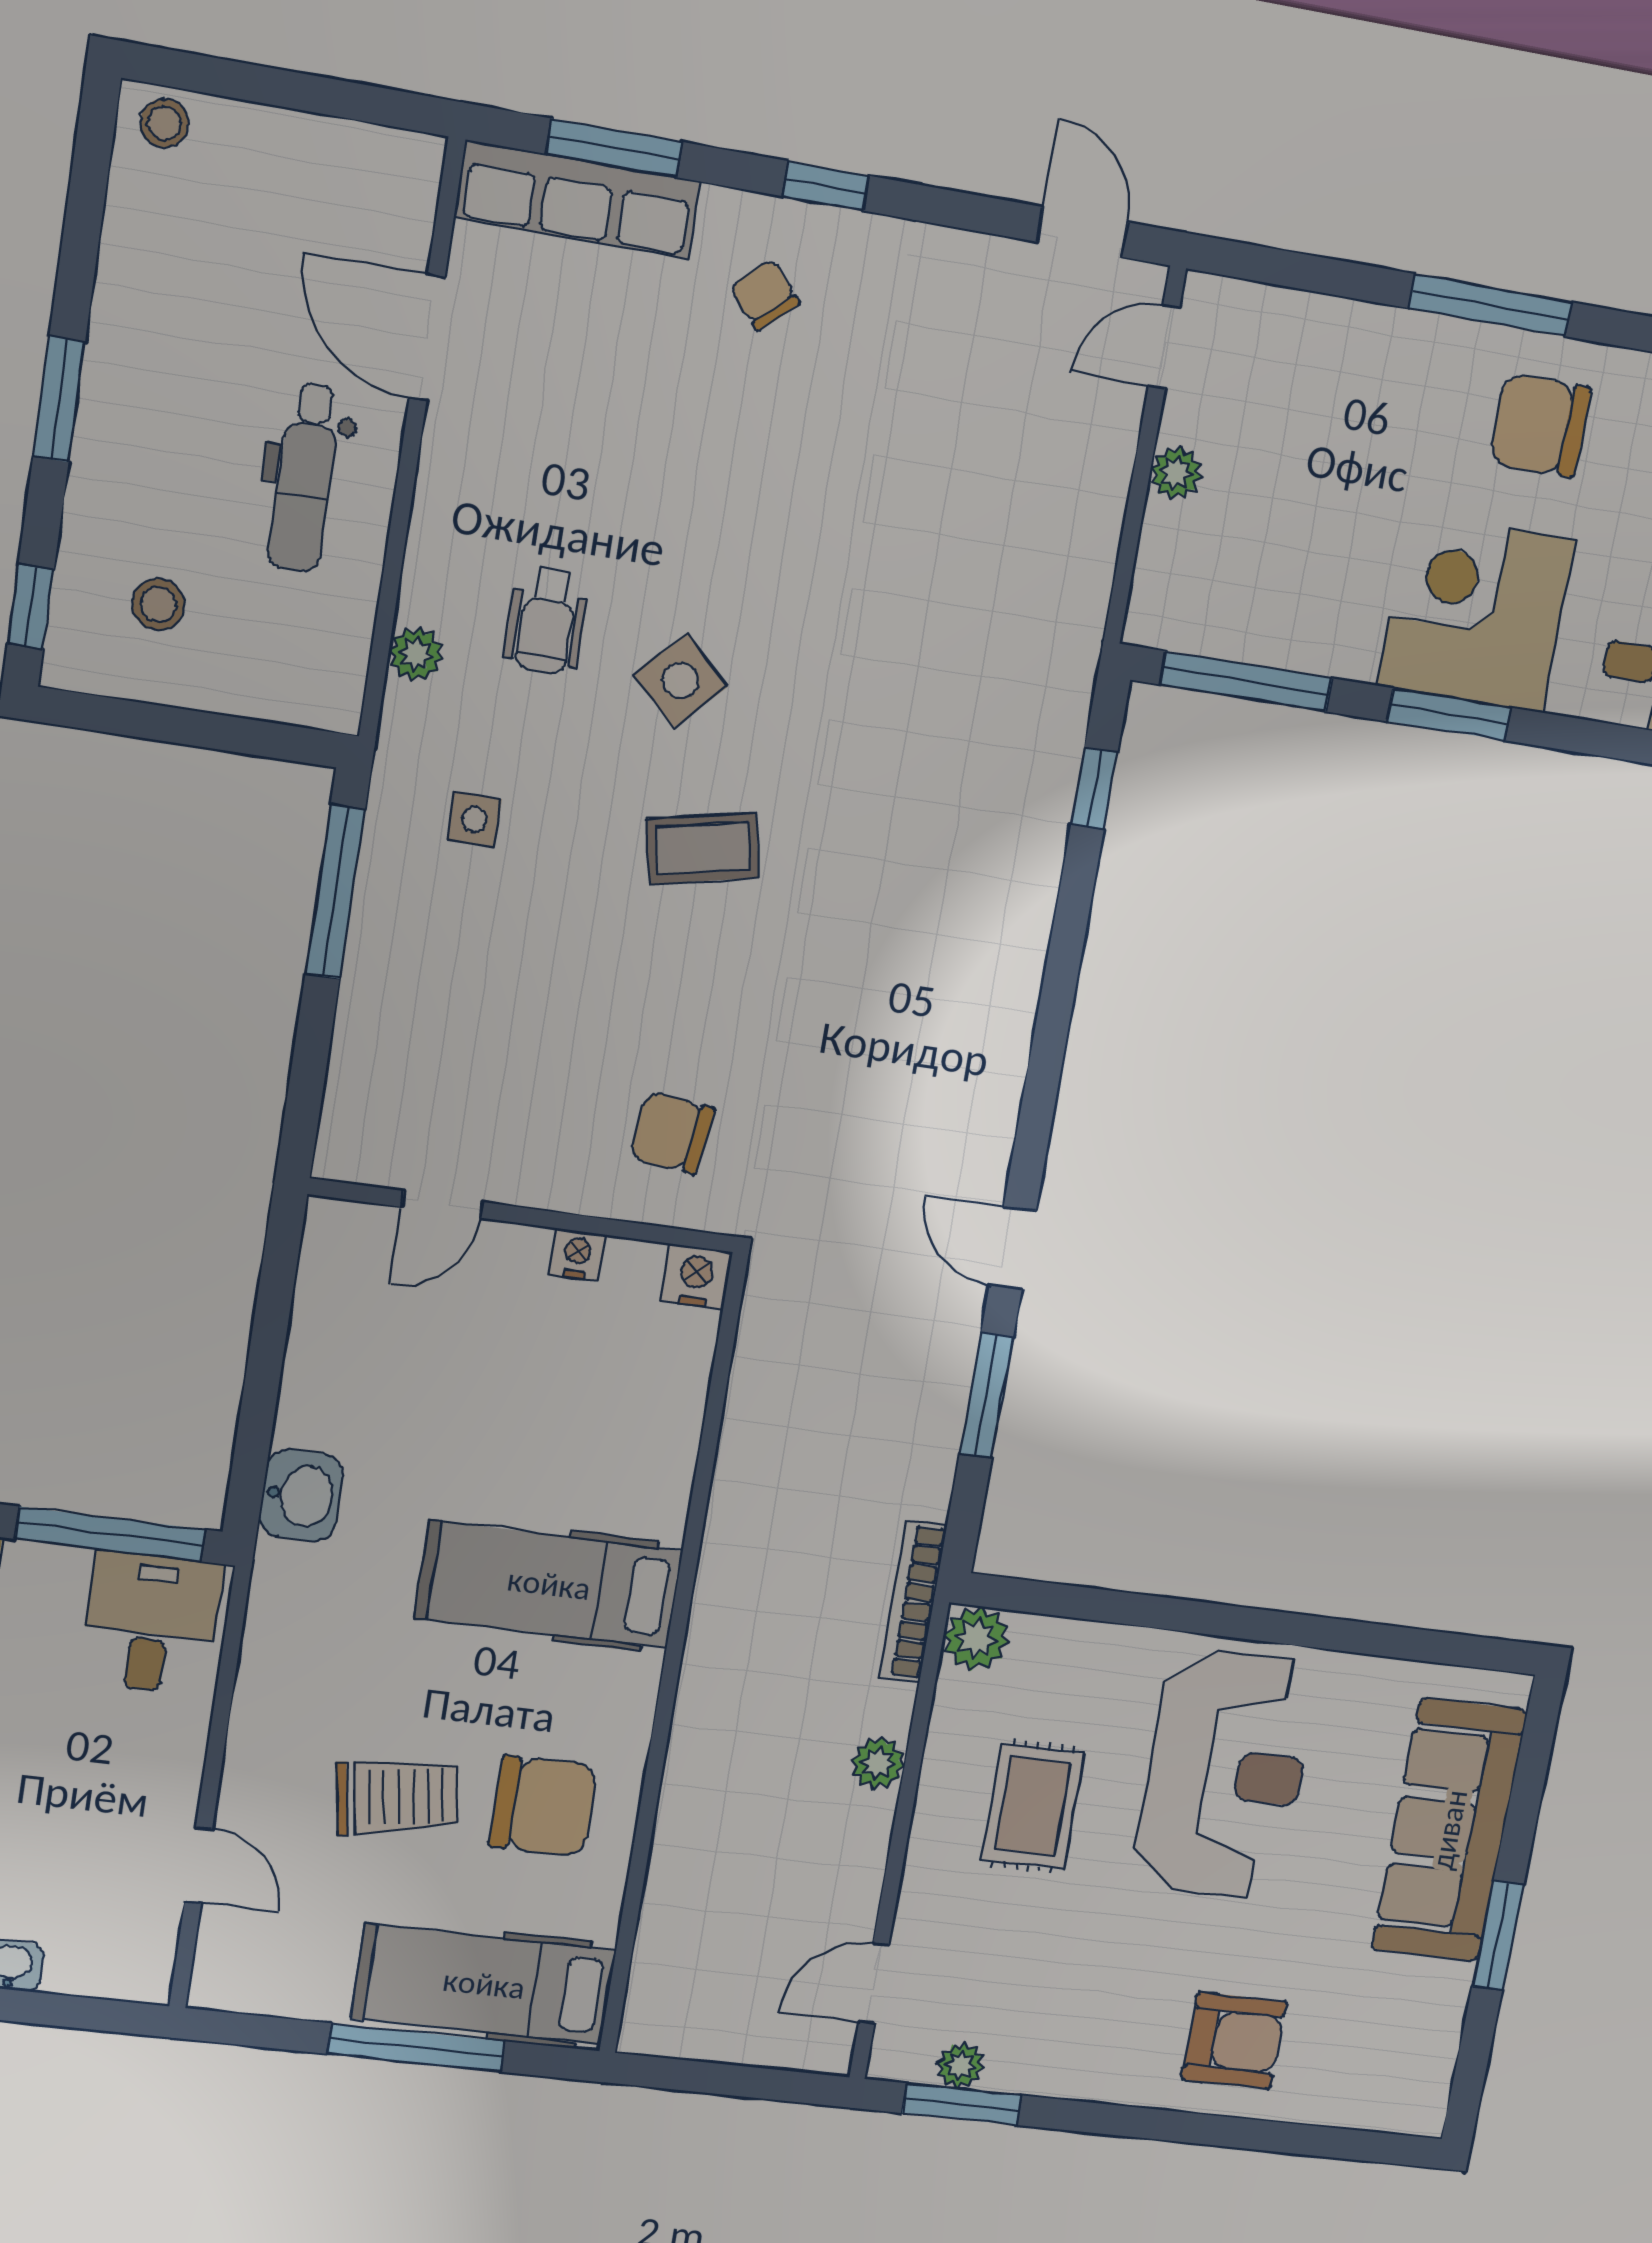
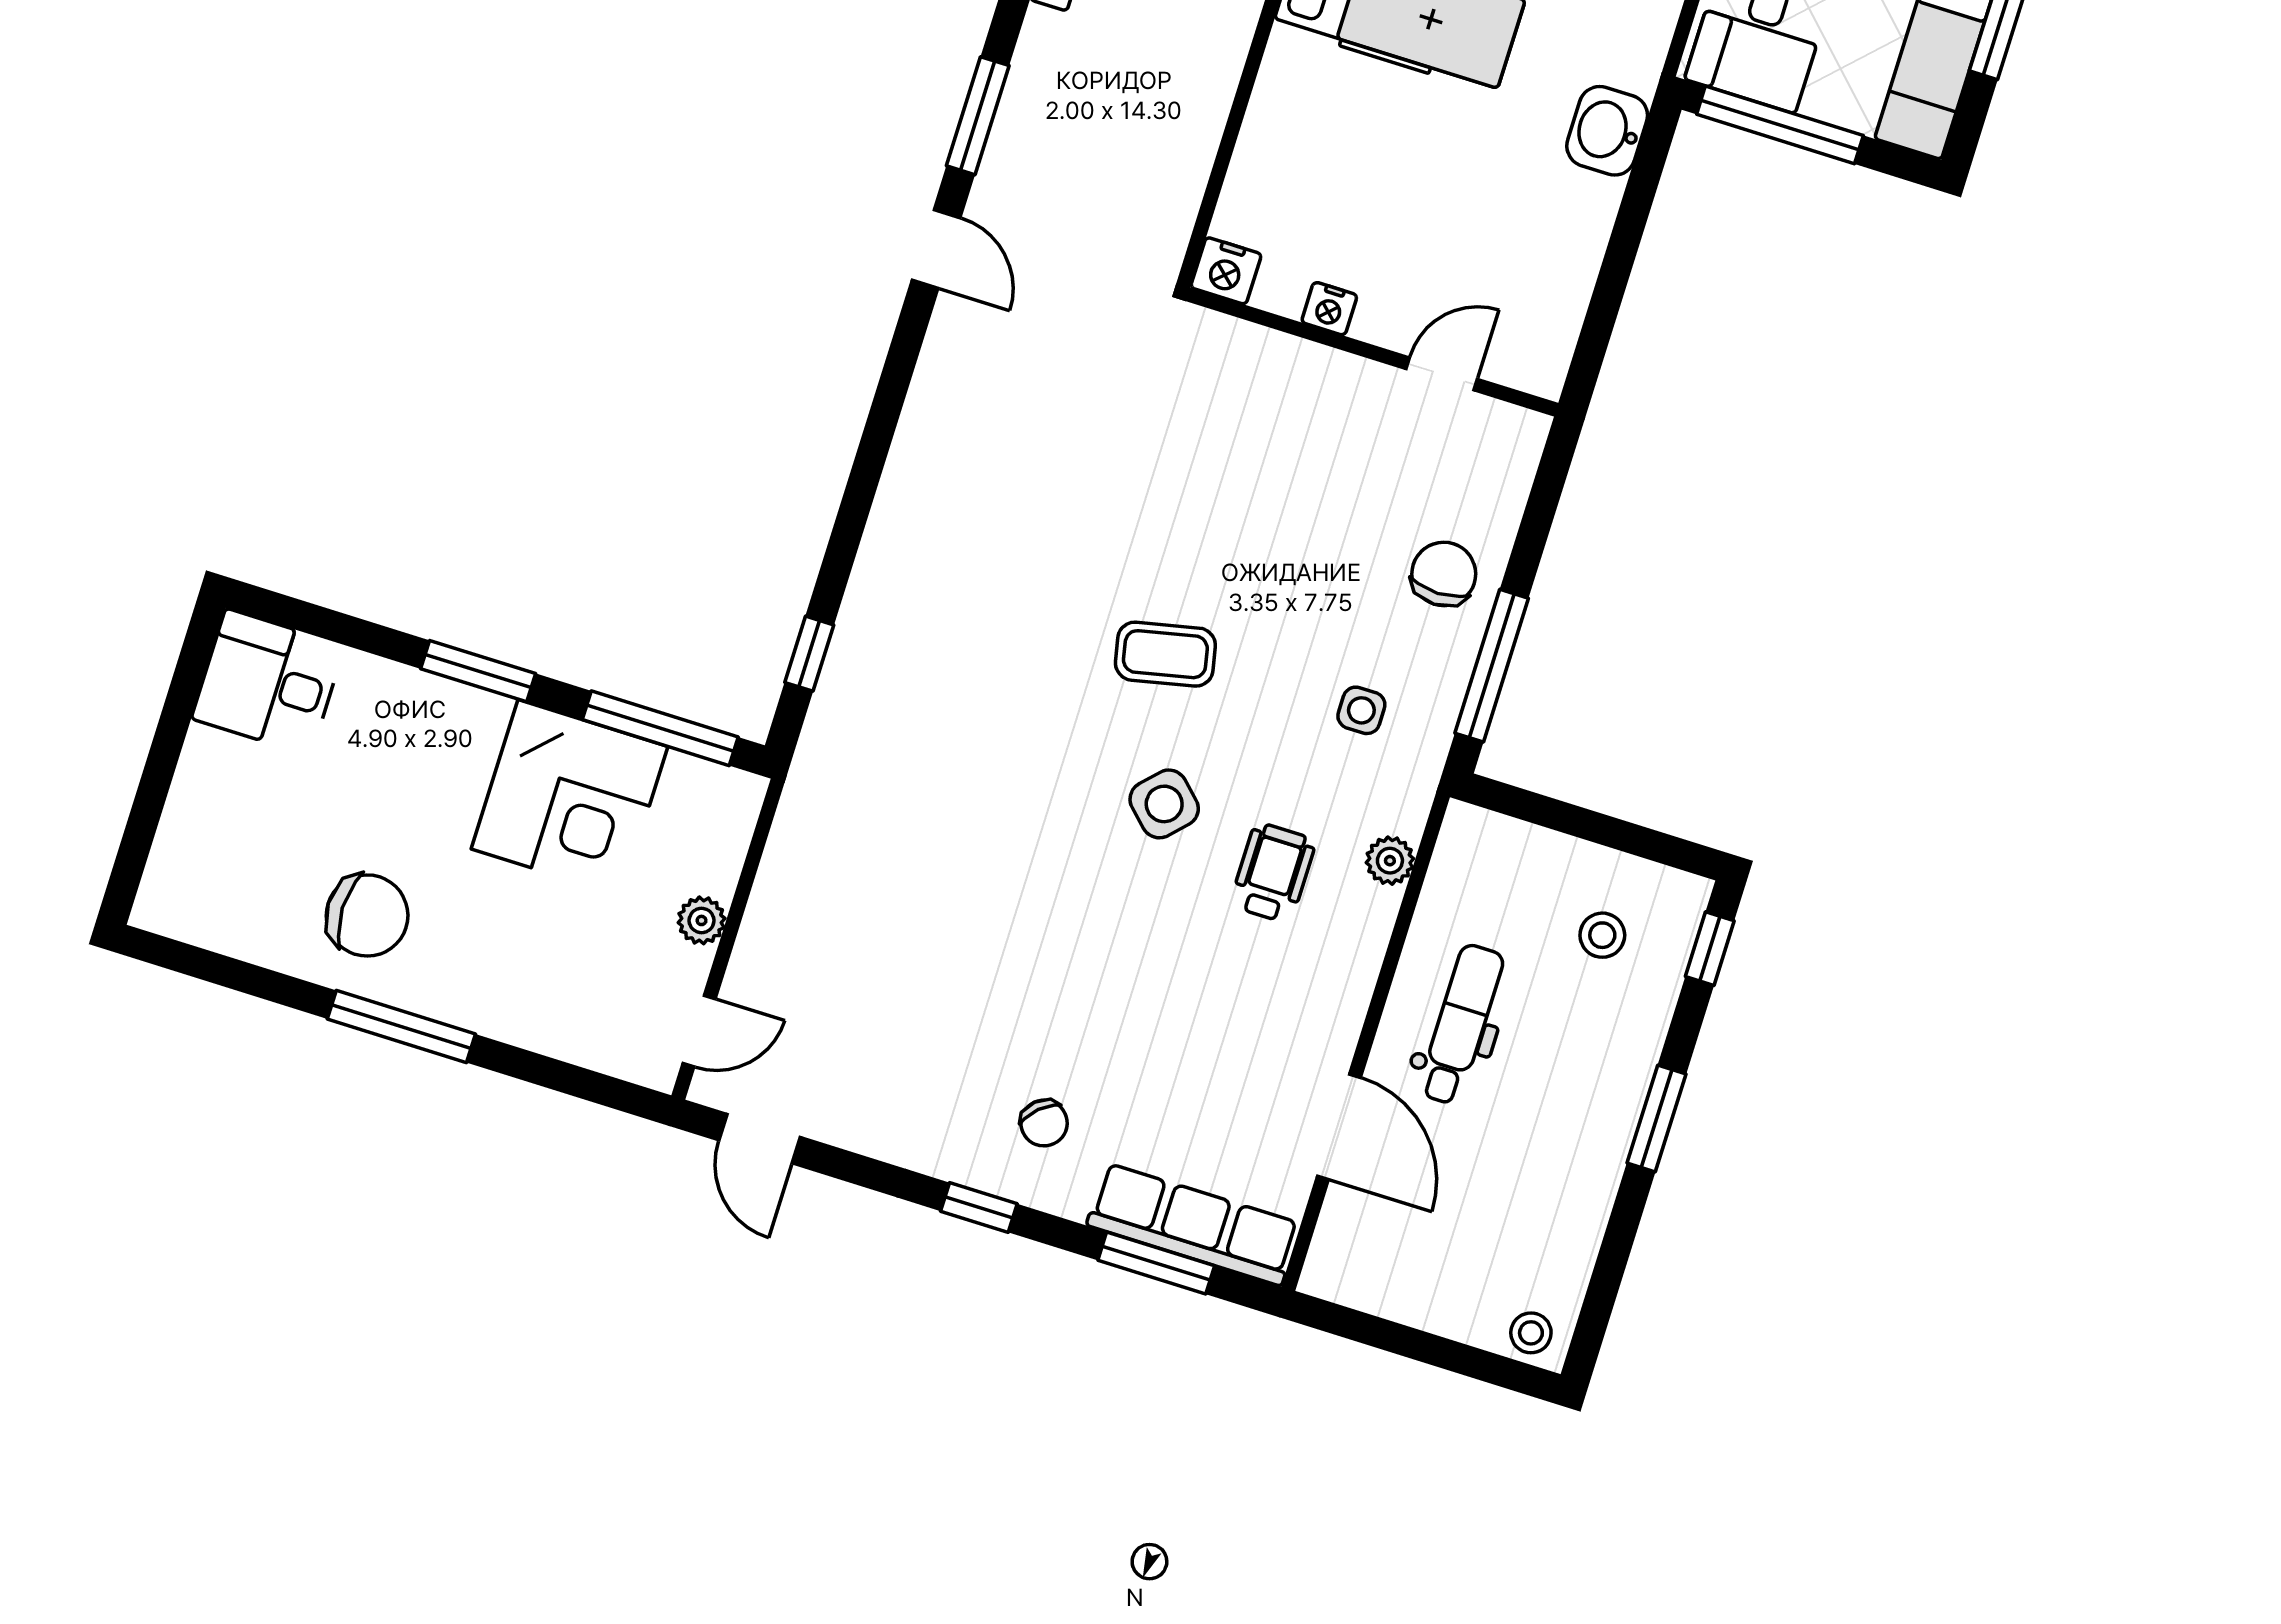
corner desk: (1476, 613) -> (570, 798), moved
chair: (672, 1133) -> (1444, 574), moved, turned -97

